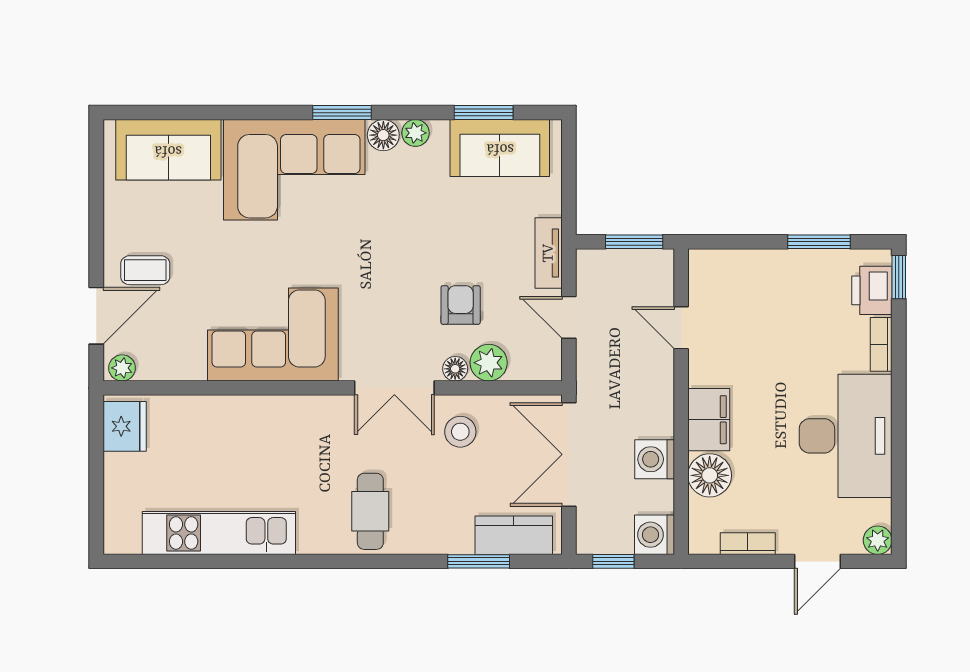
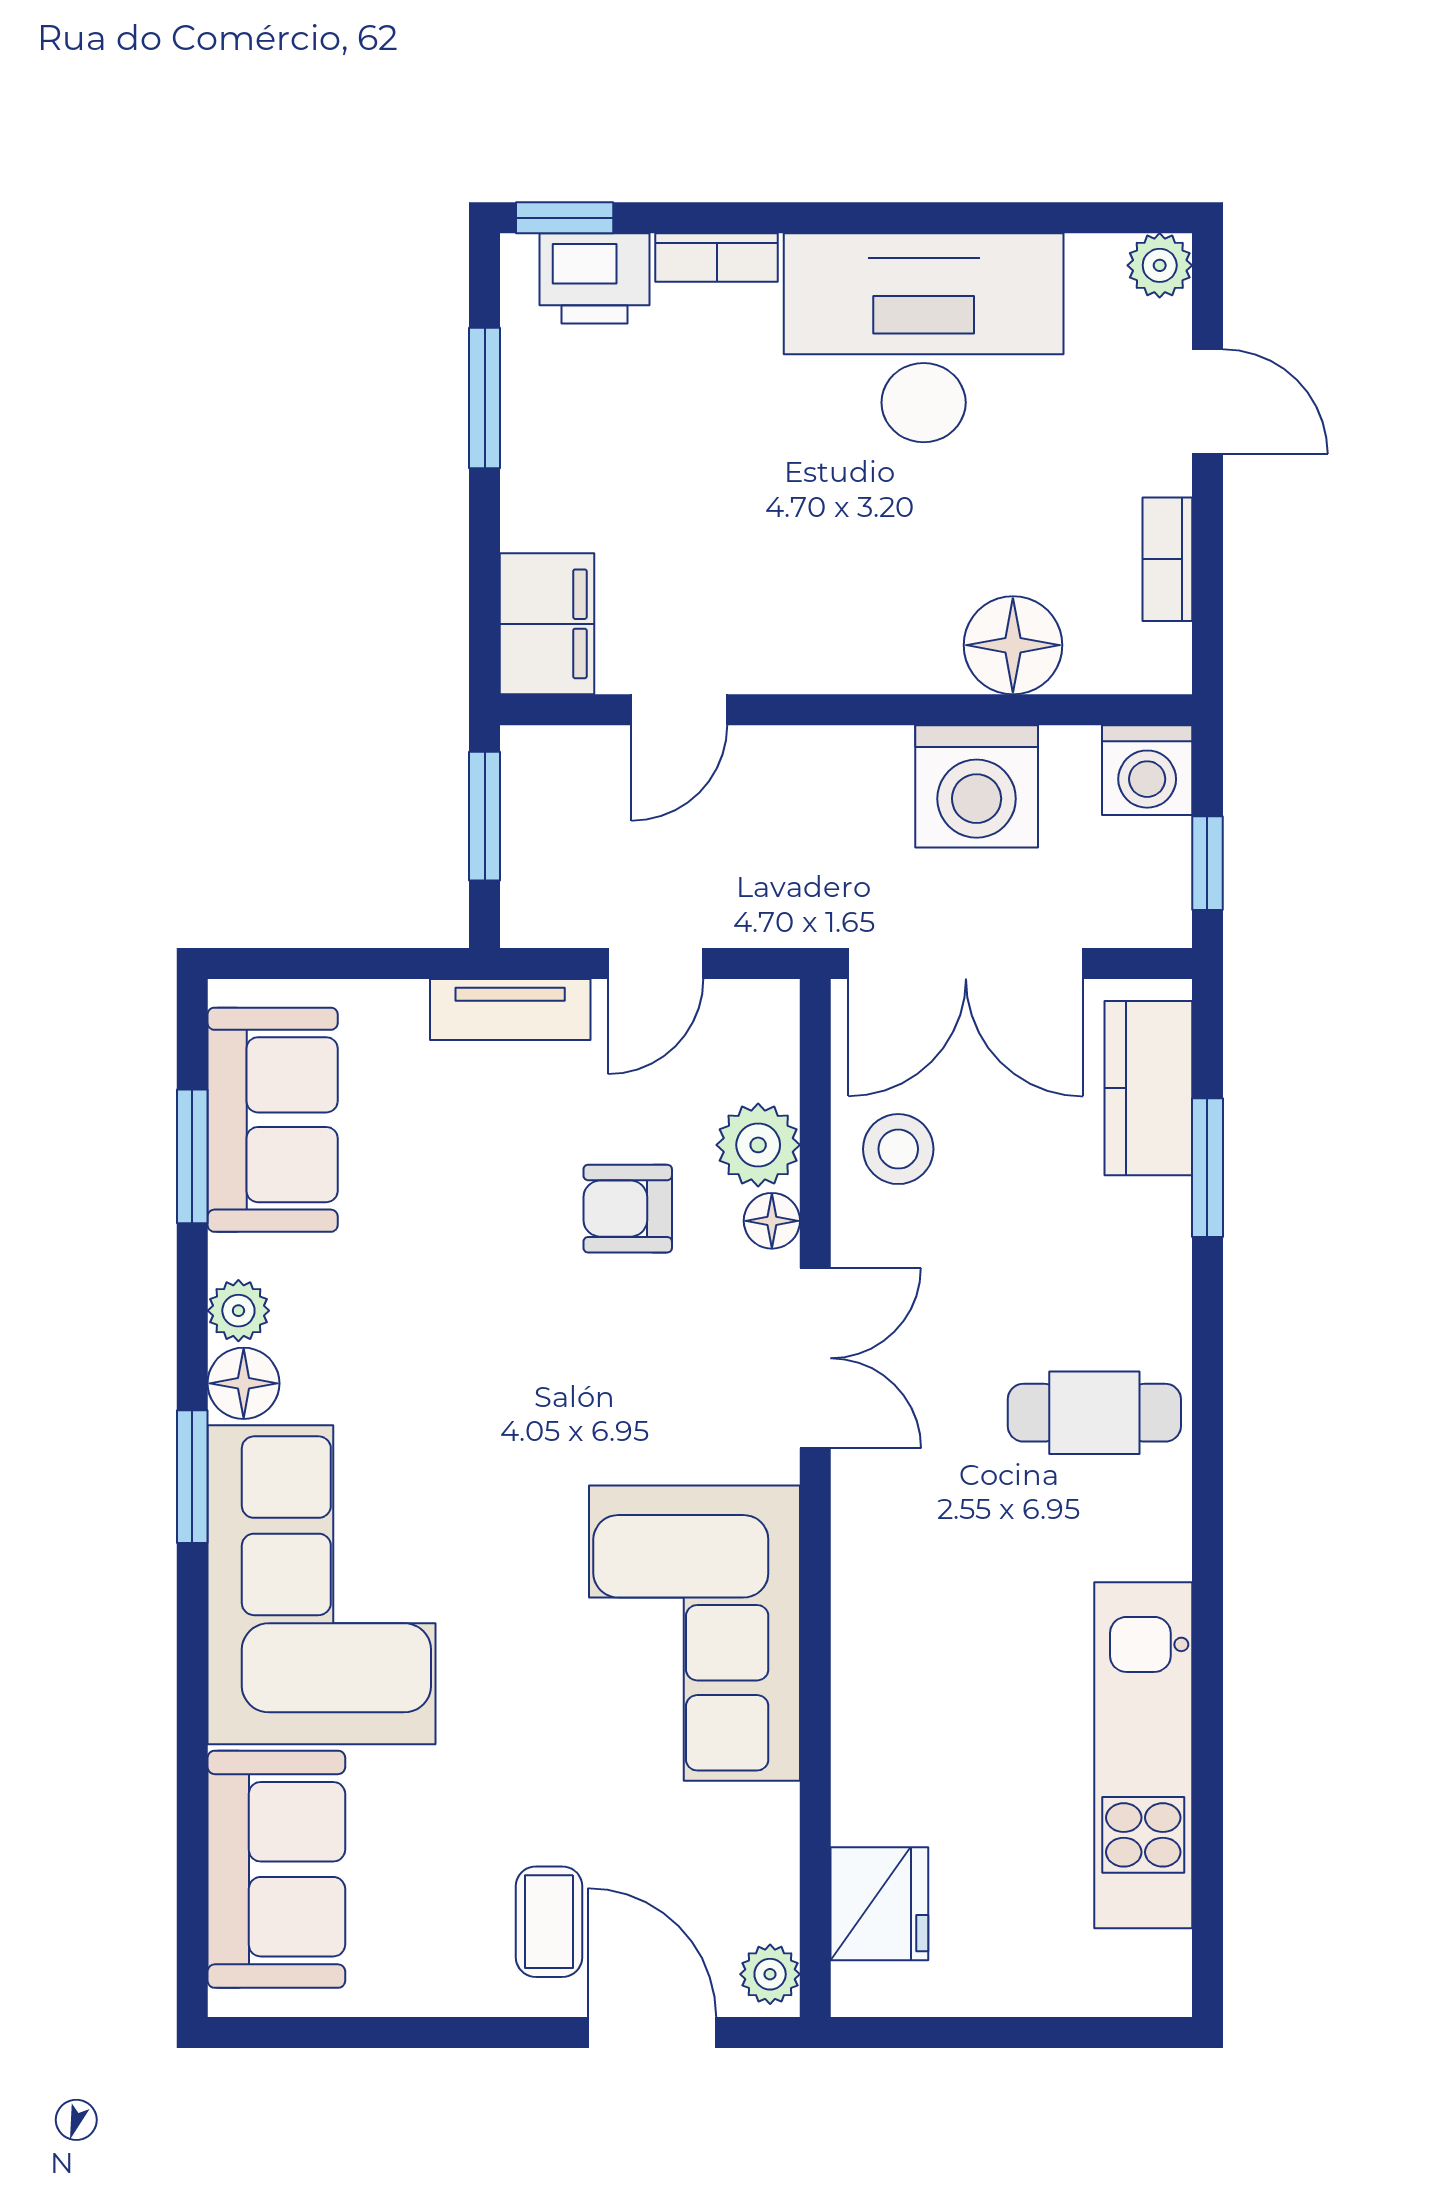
filing cabinet: (709, 420) -> (547, 624), moved, turned 90
fridge: (125, 426) -> (879, 1904), moved, turned 90
stool: (460, 432) -> (898, 1149), moved
washing machine: (655, 459) -> (977, 786), width x1.37, depth x1.37

